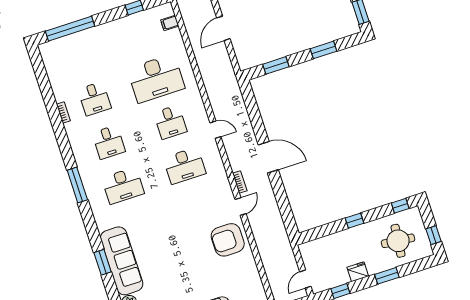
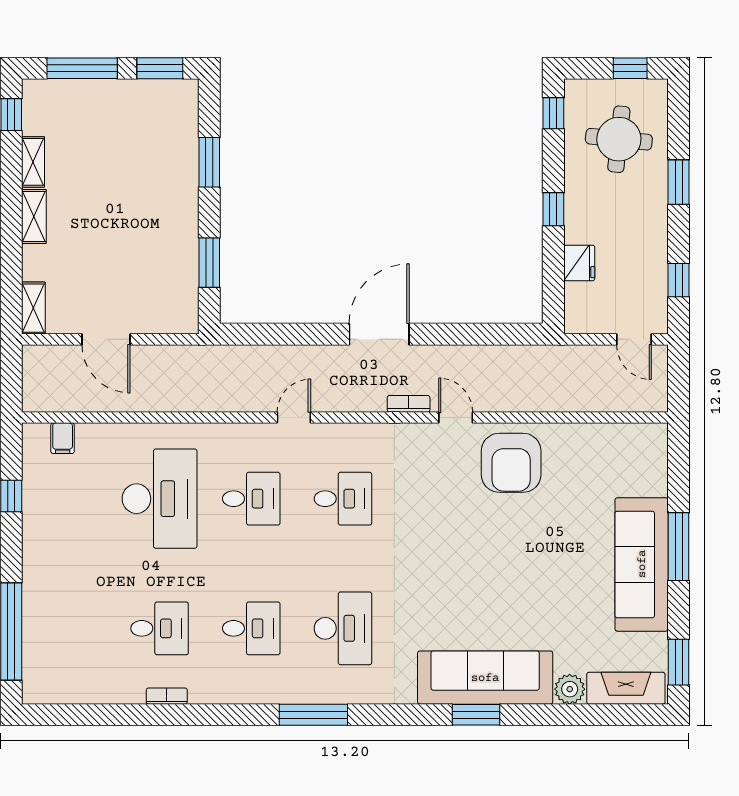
desk: (184, 166) -> (343, 499), width x0.73
fridge: (358, 272) -> (579, 263), moved, turned 180

